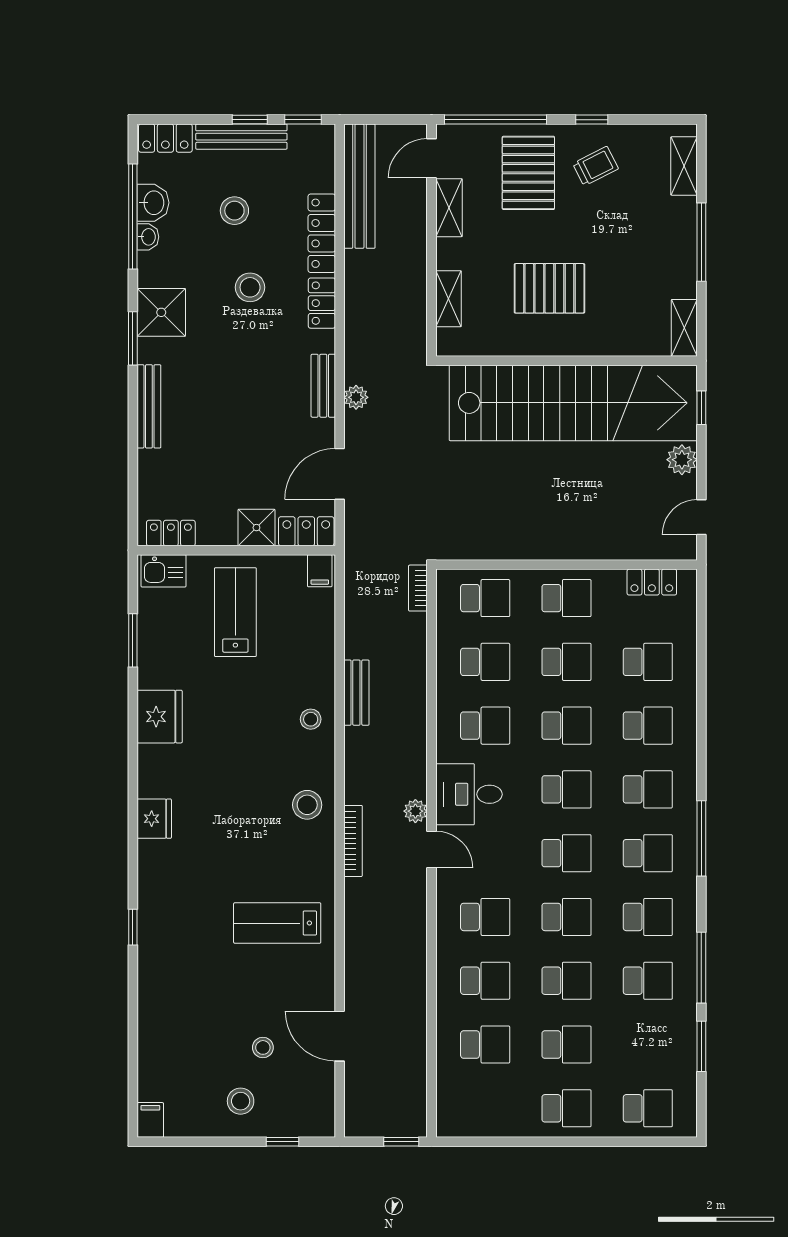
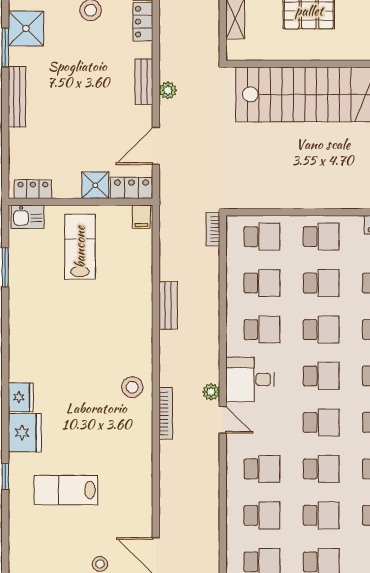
fridge: (160, 717) -> (25, 433), moved
stool: (311, 719) -> (135, 325), removed
lab bench: (277, 923) -> (66, 490), moved

